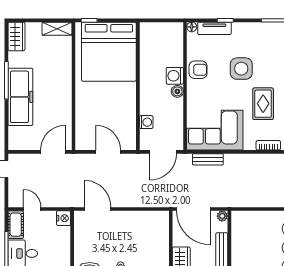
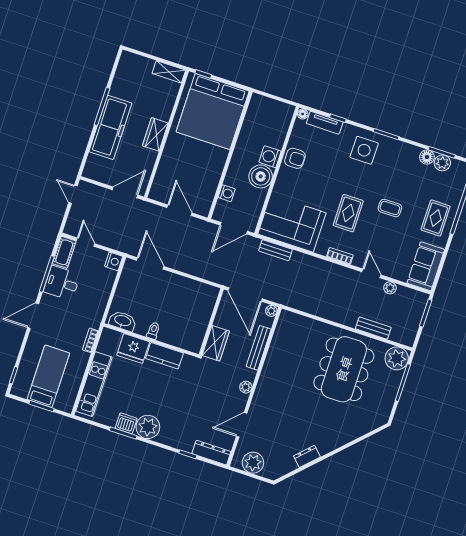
wardrobe: (16, 36) -> (155, 134), moved, turned 180
side table: (241, 69) -> (364, 150), moved
boiler: (177, 91) -> (261, 176), width x1.86, depth x1.86

